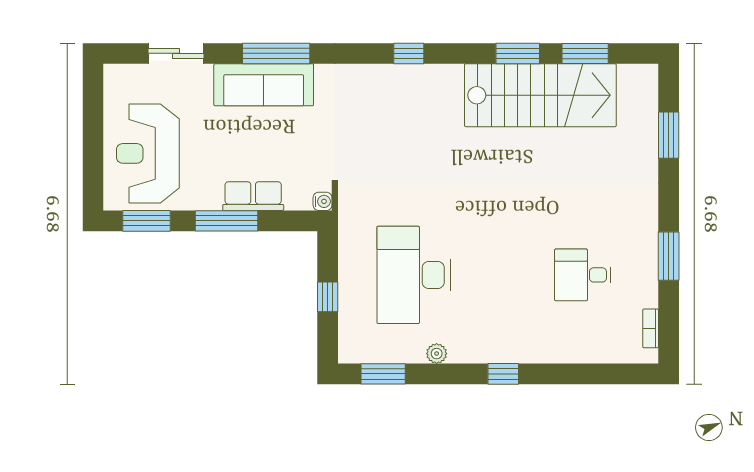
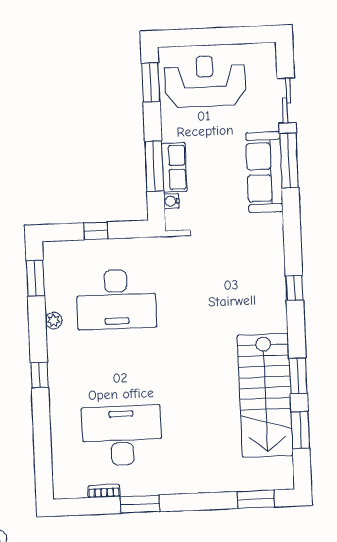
window: (276, 53) -> (289, 160), moved
window: (669, 135) -> (256, 499), moved
water cooler: (323, 201) -> (171, 201), moved, turned 90
window: (226, 221) -> (154, 166), moved
desk: (414, 275) -> (116, 299), turned 180
desk: (583, 275) -> (122, 436), width x1.87, depth x1.30
bookcase: (651, 328) -> (104, 491), moved

